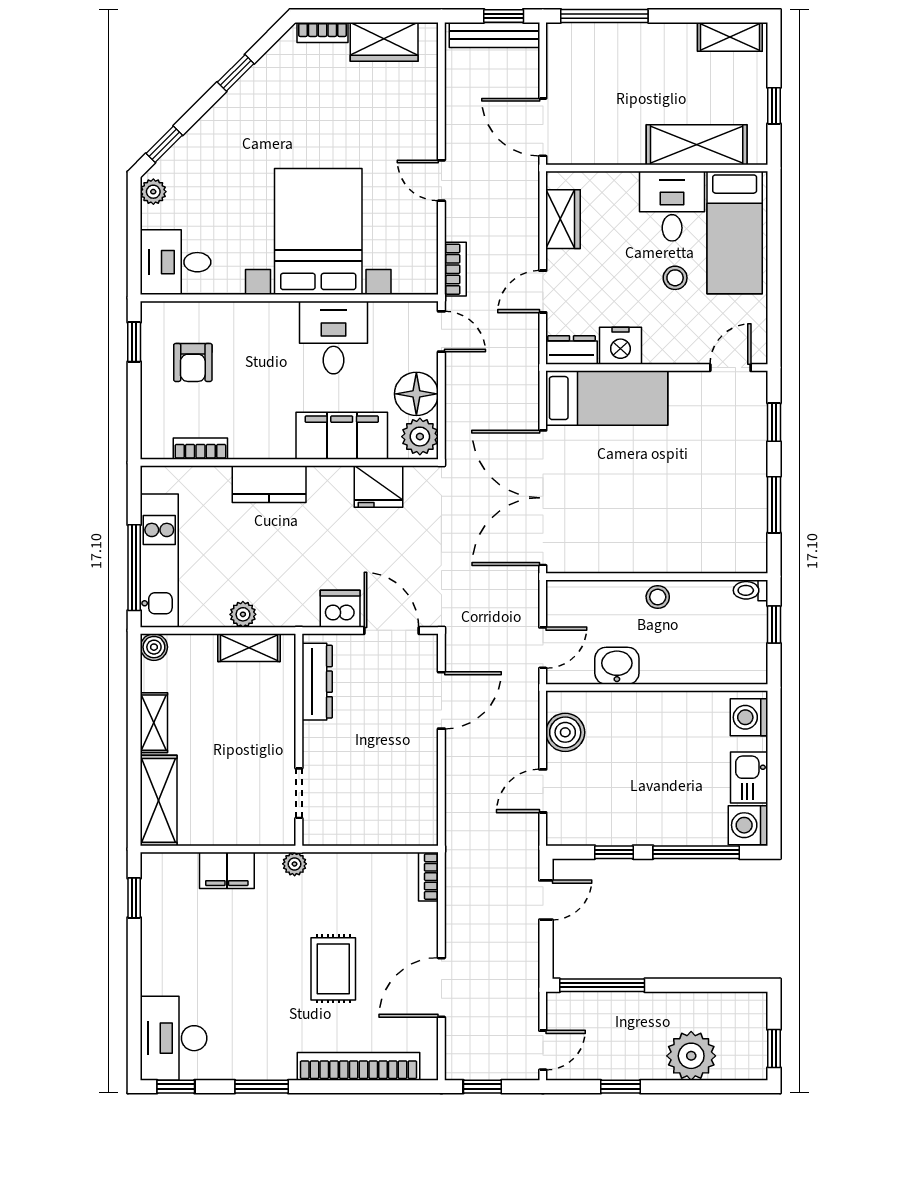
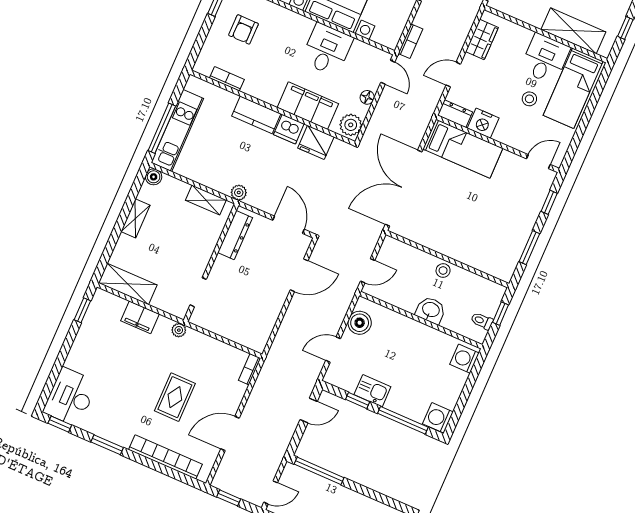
floor lamp: (416, 394) -> (367, 97), width x0.53, depth x0.53
toilet: (751, 590) -> (482, 321), moved
dishwasher: (340, 609) -> (289, 129), moved, turned 180
plant: (243, 614) -> (239, 193), moved
washbasin: (617, 666) -> (431, 310), moved
kitchen sink: (749, 777) -> (372, 391), moved, turned 90
shelving: (159, 800) -> (128, 284), moved, turned 90

